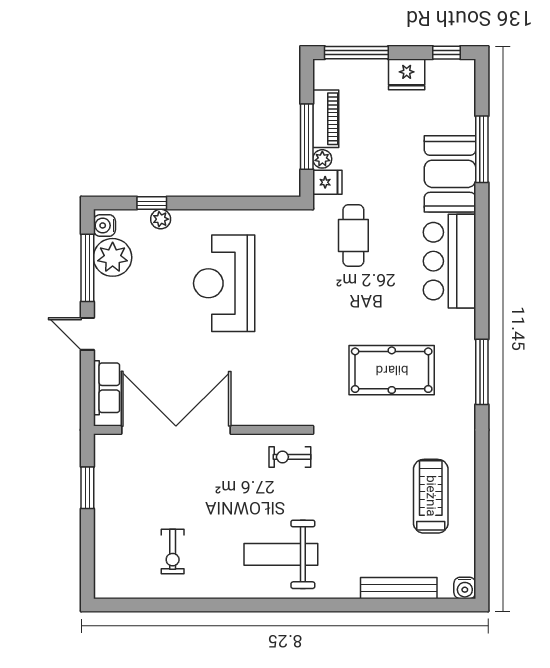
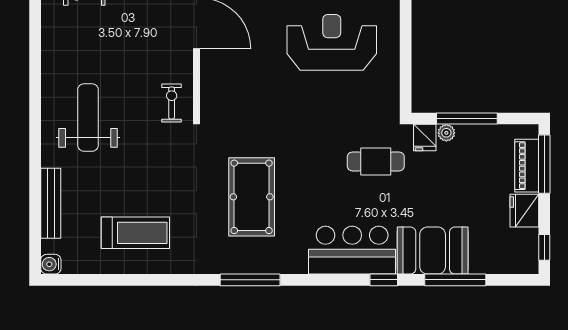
piano: (326, 119) -> (527, 166), moved, turned 90
window: (482, 227) -> (384, 280), added
weight bench: (281, 554) -> (88, 118), moved

